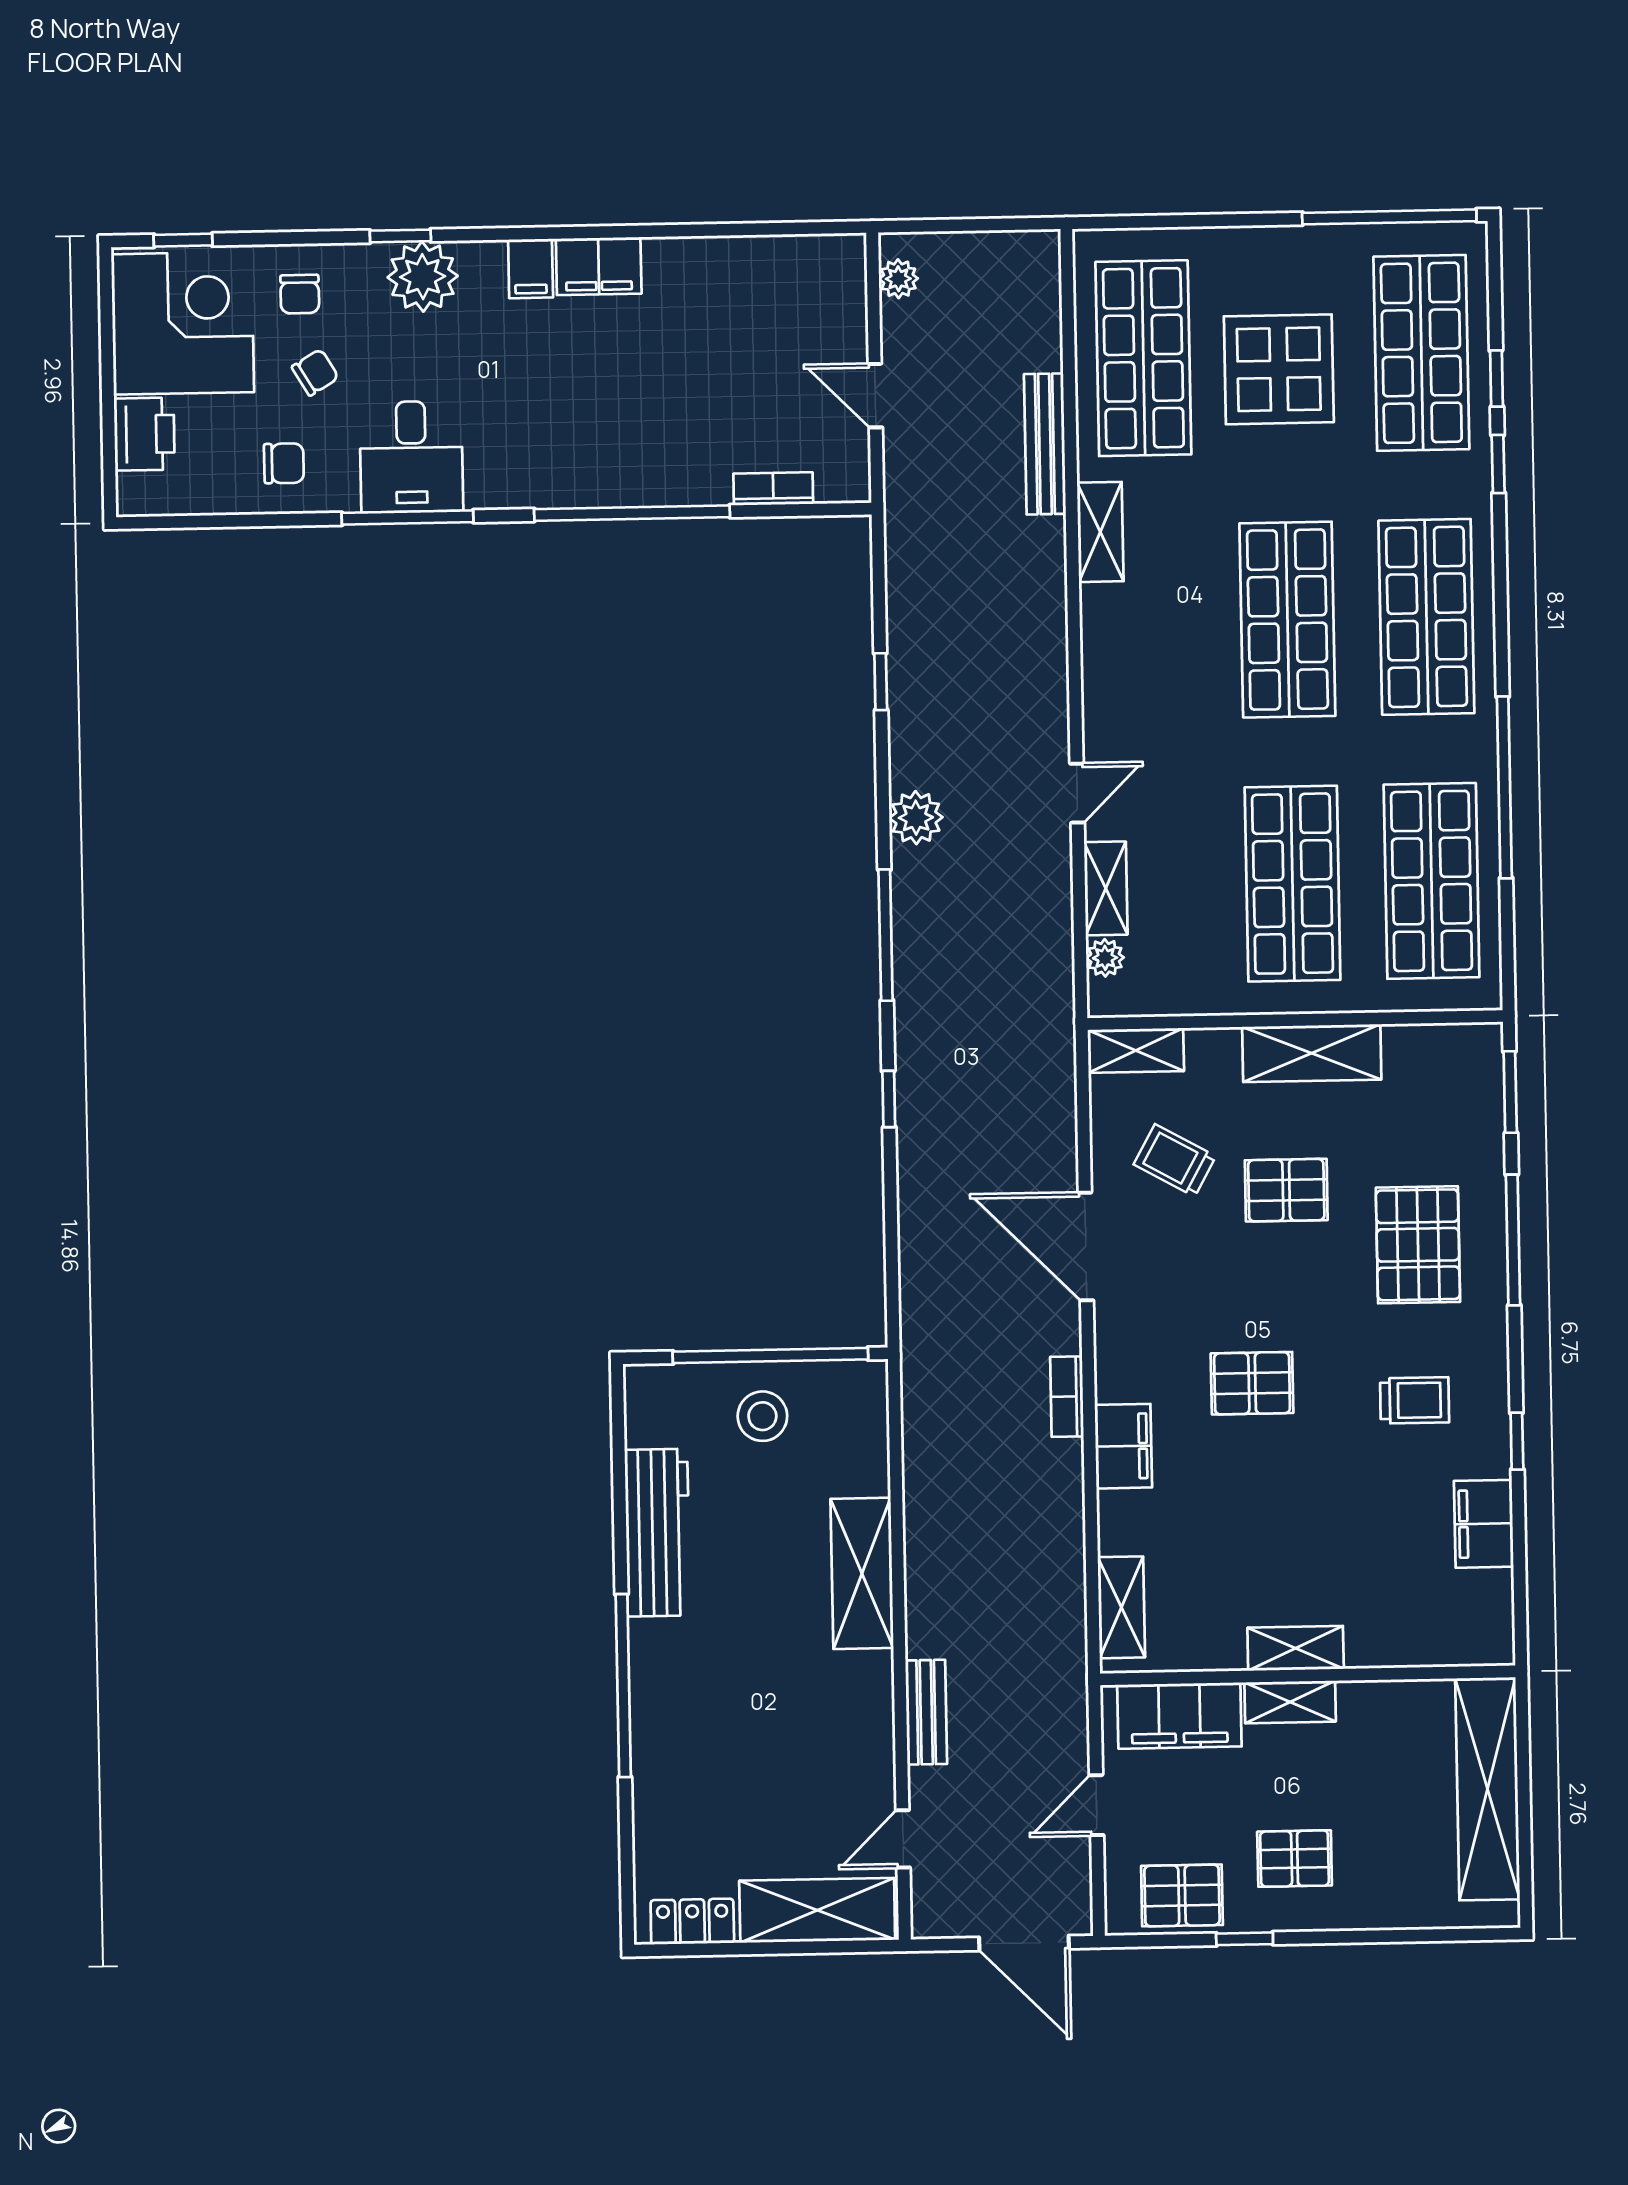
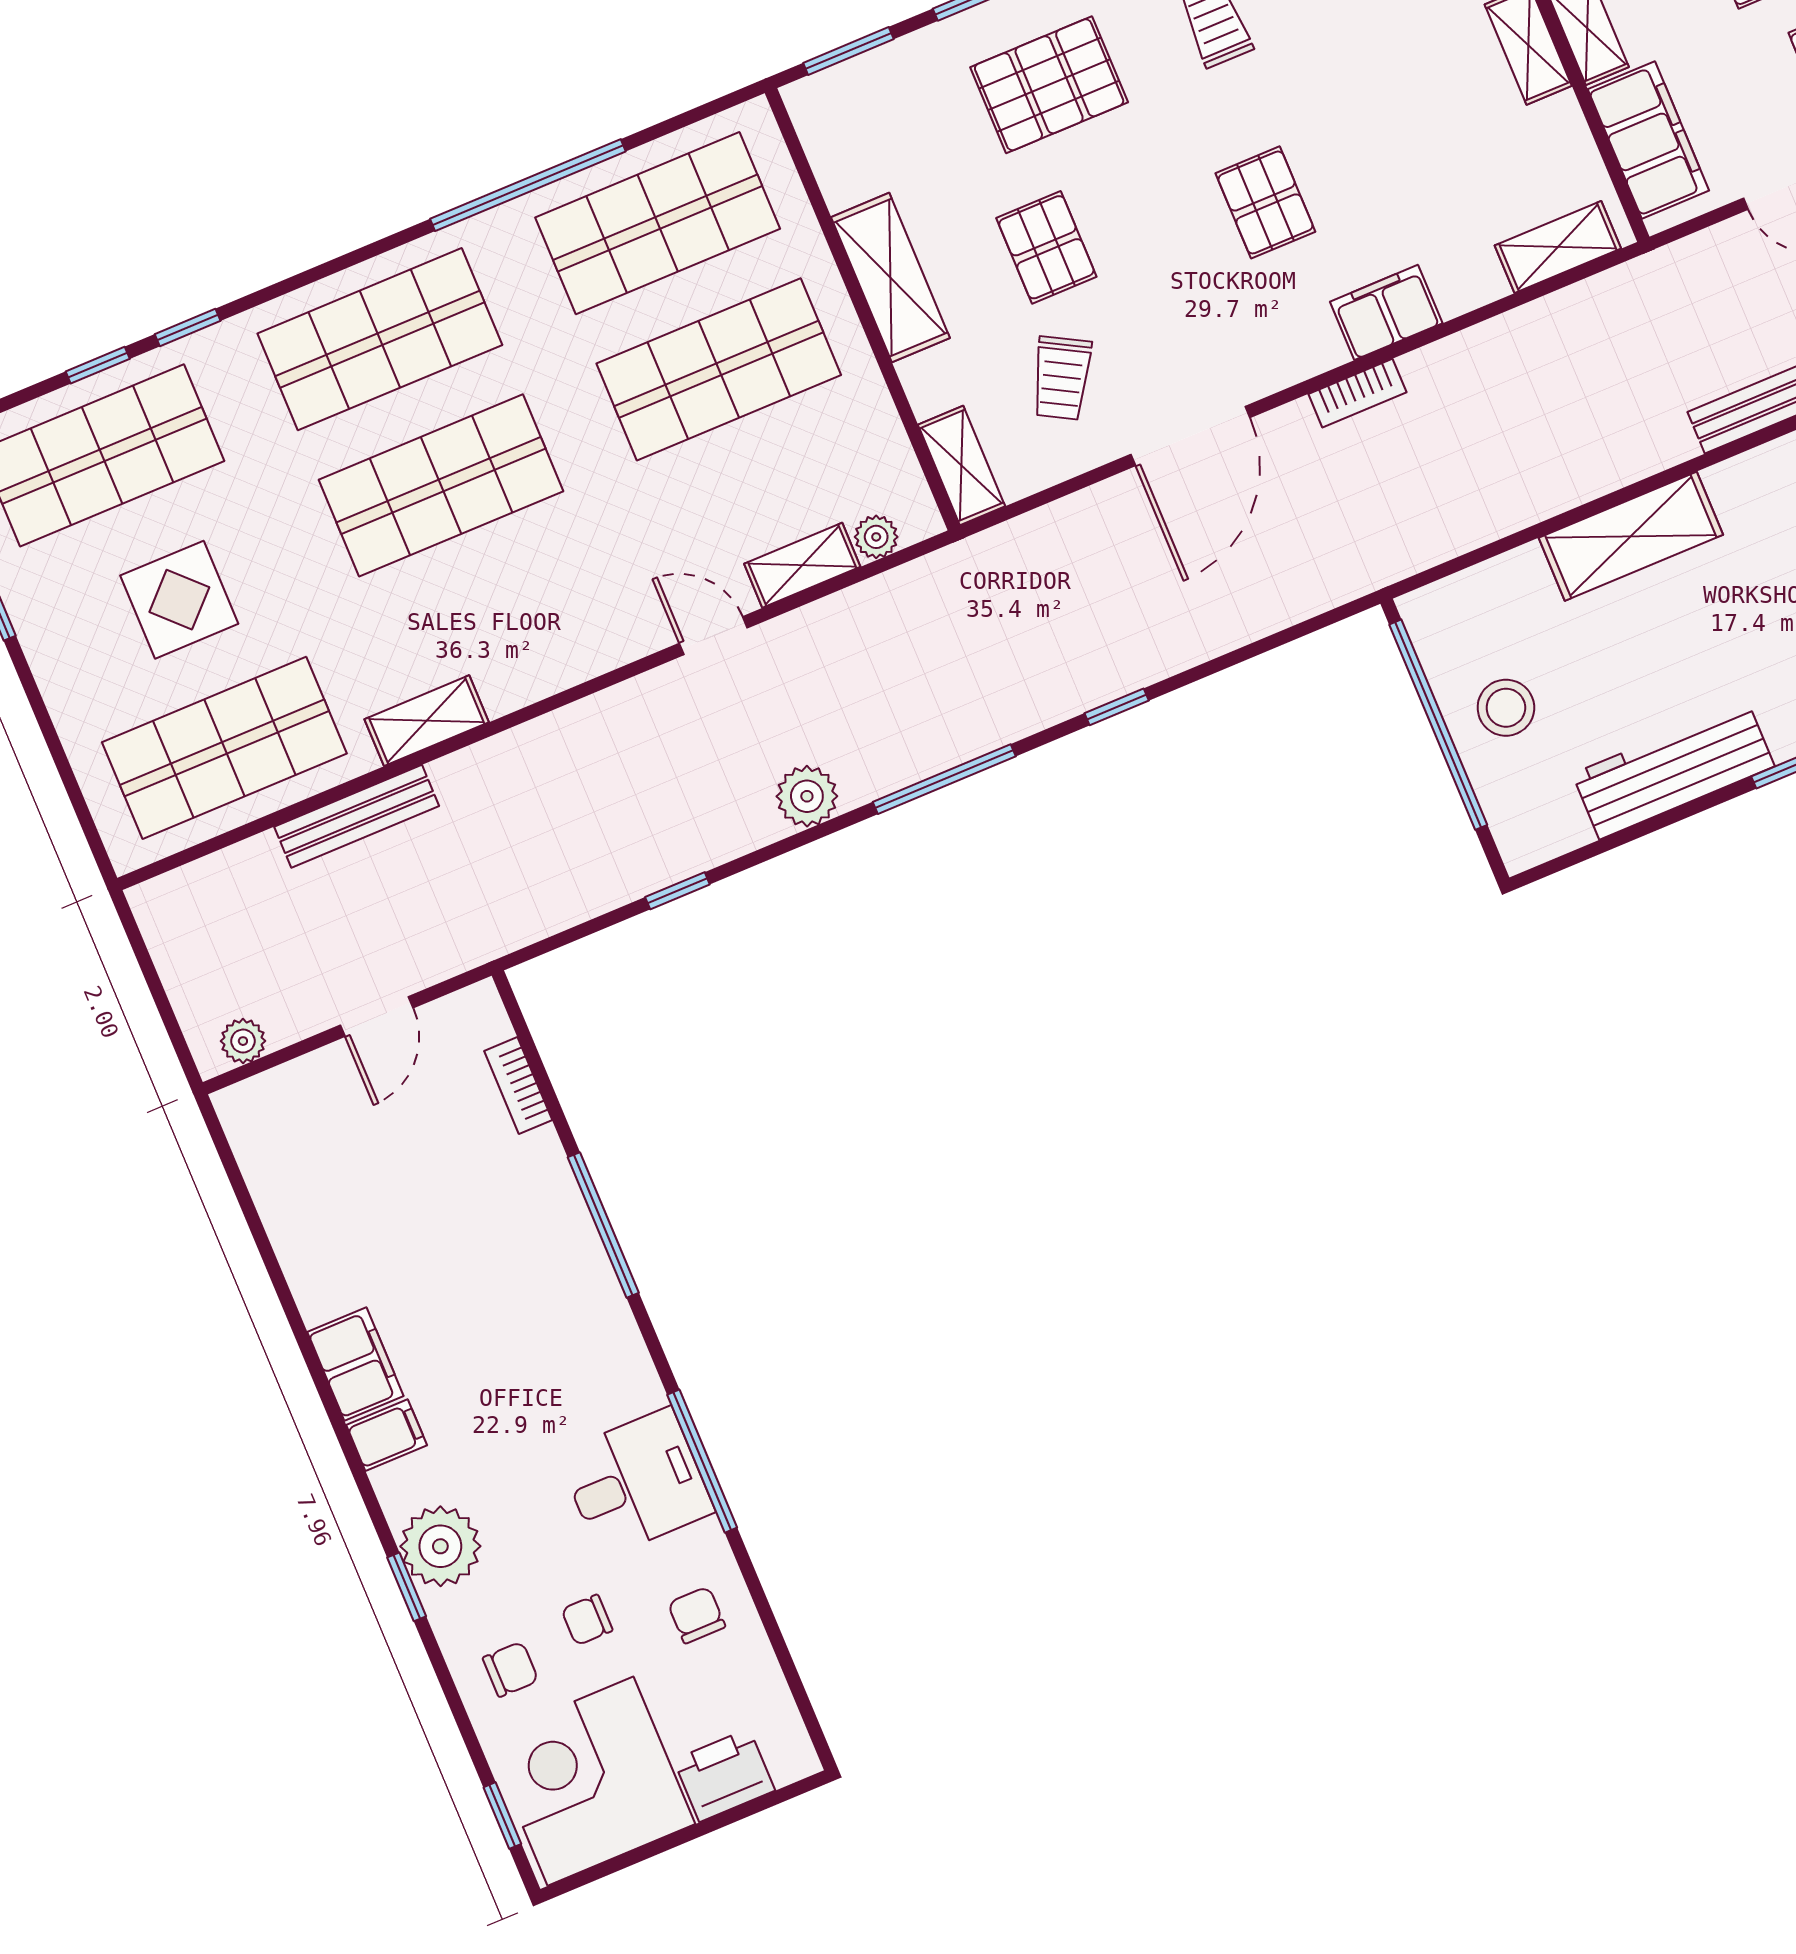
display table: (1279, 369) -> (179, 600), width x0.73, depth x0.73
chair: (315, 372) -> (587, 1620), turned -59
window: (632, 513) -> (603, 1225), width x0.68

